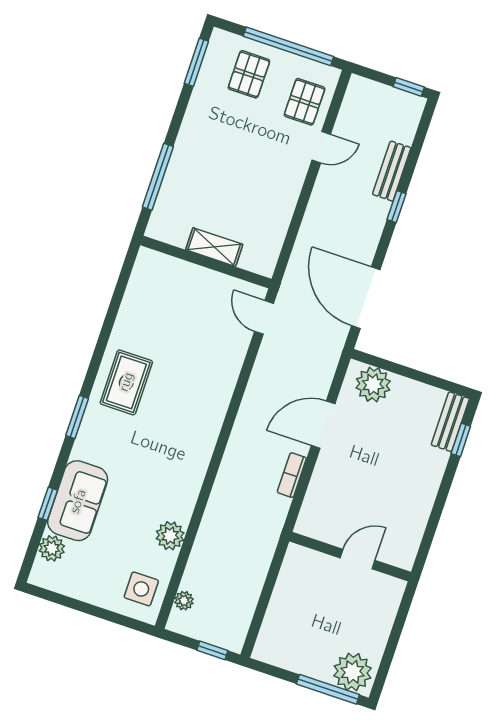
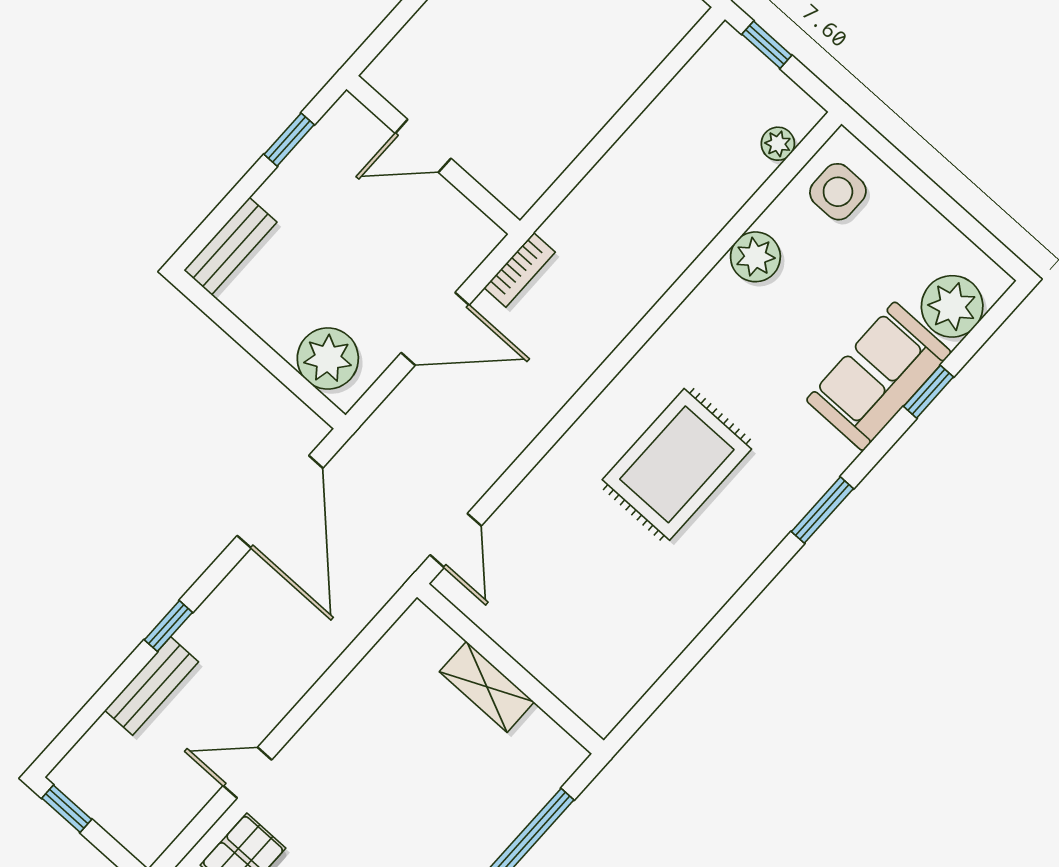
rug: (126, 382) -> (677, 464), moved, width x1.36, depth x1.43
window: (461, 440) -> (289, 140), moved
plant: (52, 548) -> (952, 306), width x1.36, depth x1.36
wall: (350, 557) -> (433, 155), moved
door: (358, 559) -> (423, 146), moved

